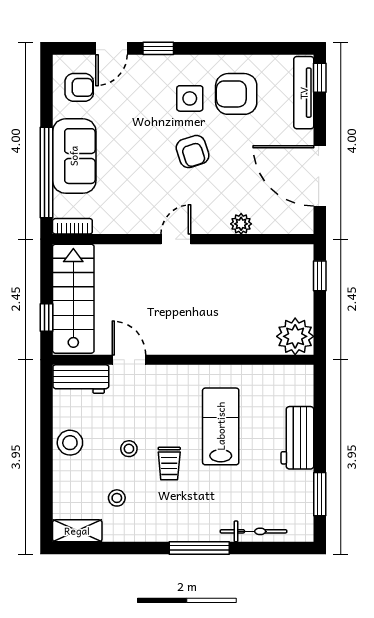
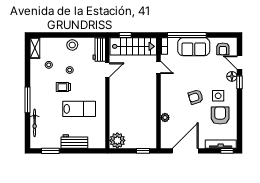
floor lamp: (144, 66) -> (232, 76), added
door: (176, 239) -> (159, 67), moved

